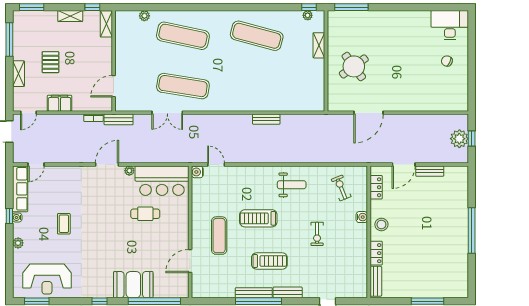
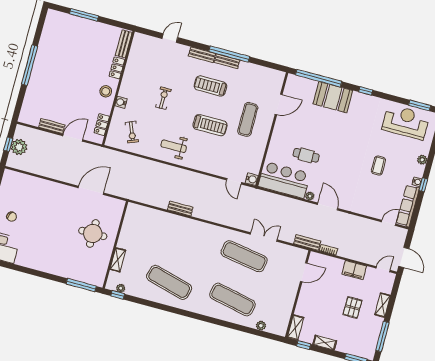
round table: (354, 66) -> (93, 233), turned 36
door: (107, 164) -> (328, 206), swing flipped
bench: (254, 293) -> (227, 61), width x0.73

